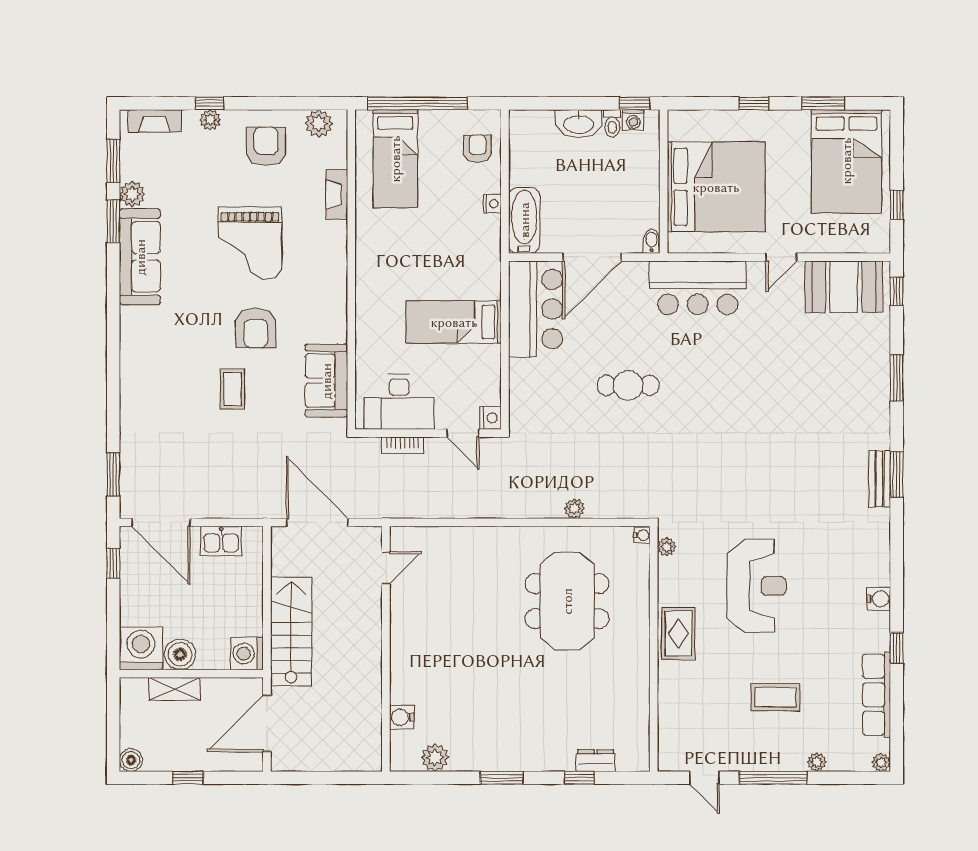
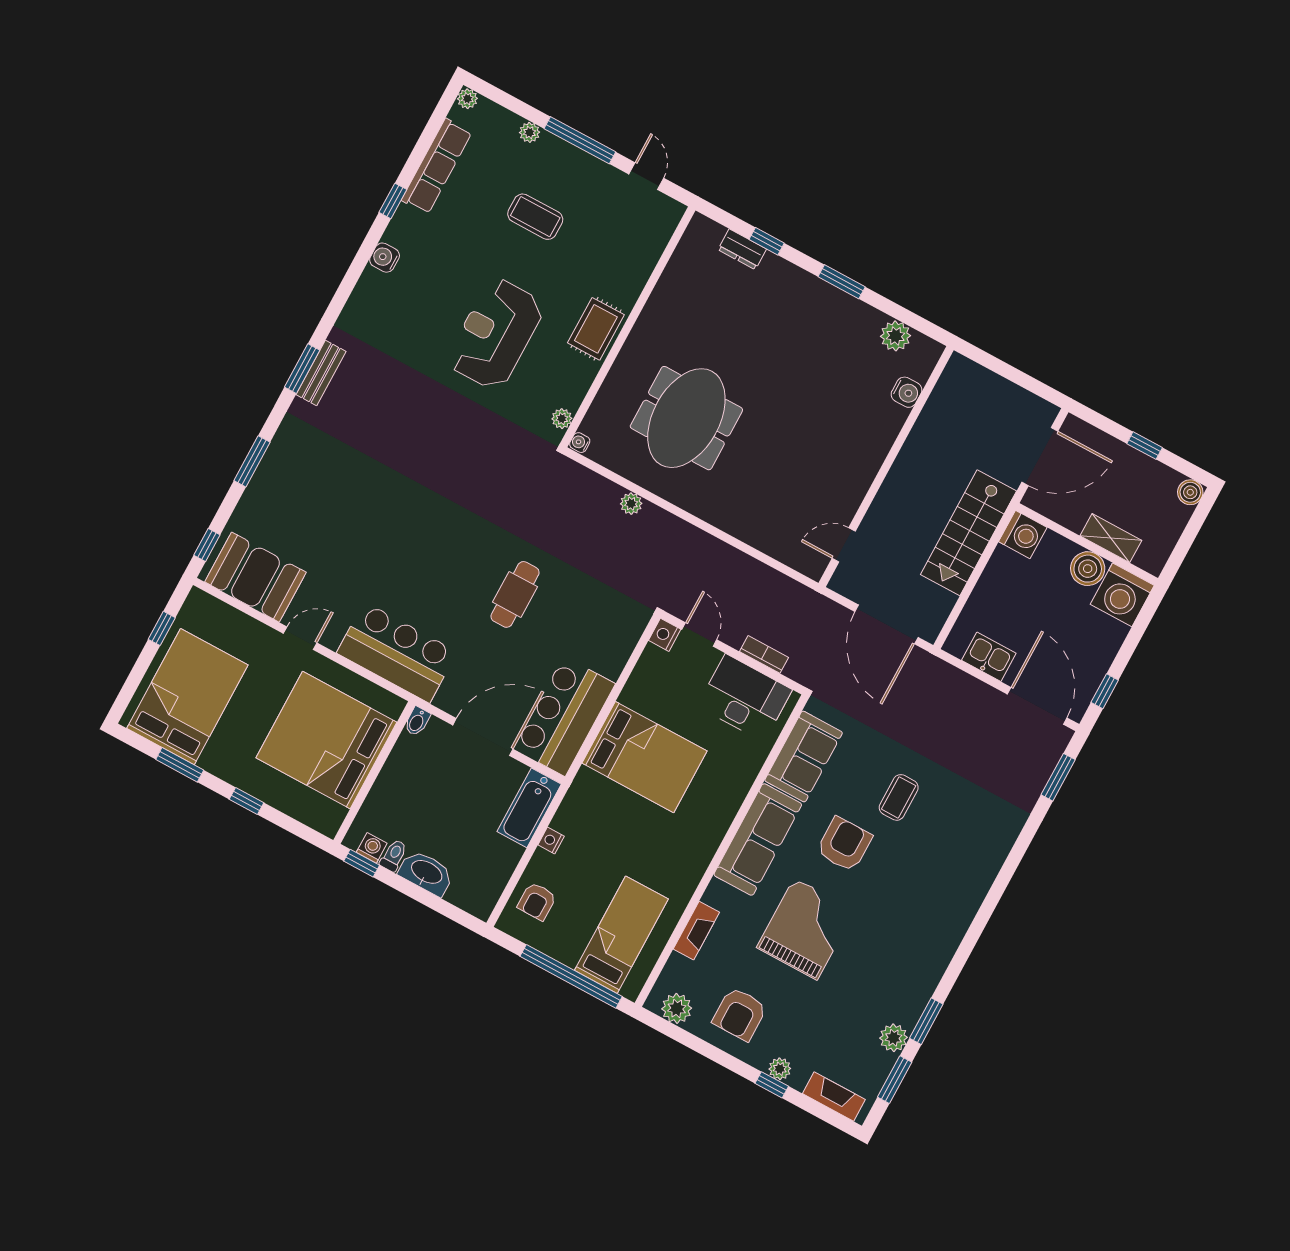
sofa: (140, 257) -> (758, 839), moved, turned 180
bed: (454, 322) -> (645, 757), width x1.50
cafe table: (628, 385) -> (515, 594), turned 90

